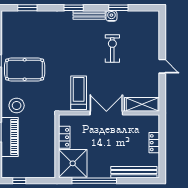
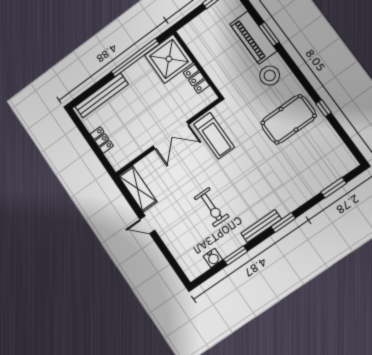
water cooler: (111, 16) -> (213, 258), moved
shelving: (142, 104) -> (138, 189), moved, turned 90

